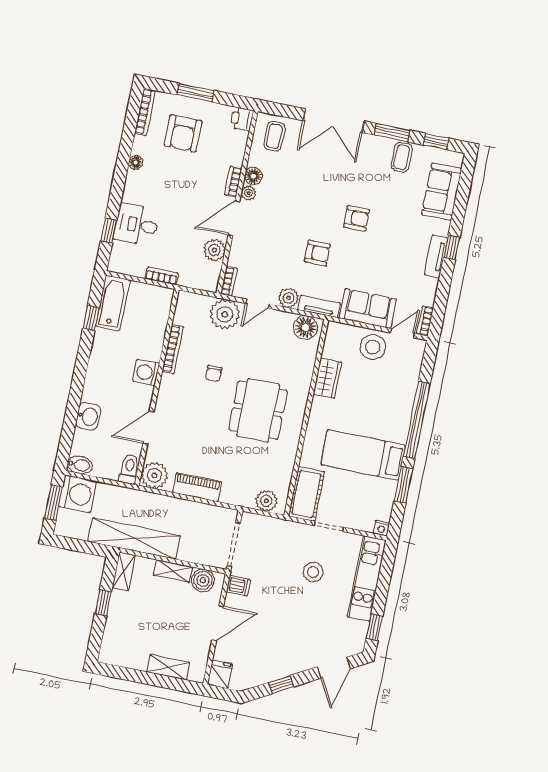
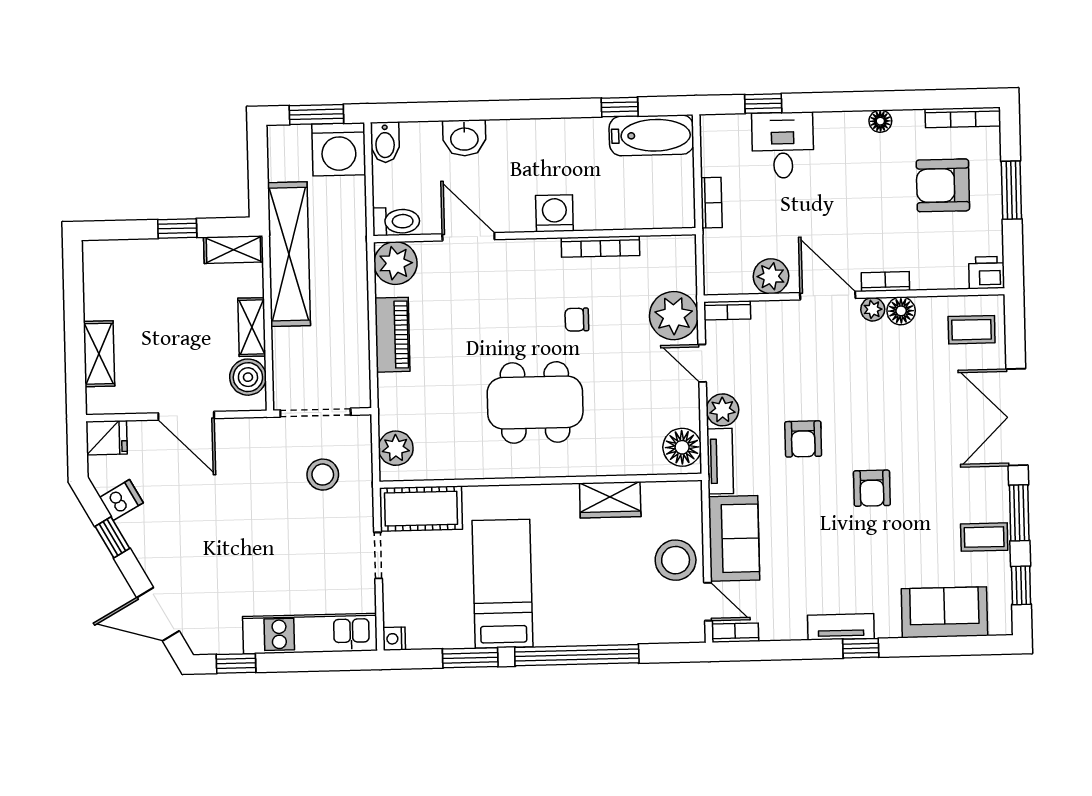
stool: (313, 572) -> (323, 475), moved
dishwasher: (238, 586) -> (121, 500), moved, turned -119

